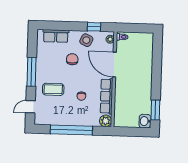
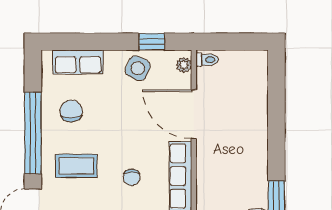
chair: (72, 59) -> (71, 111), moved
window: (32, 72) -> (33, 133), width x1.46

